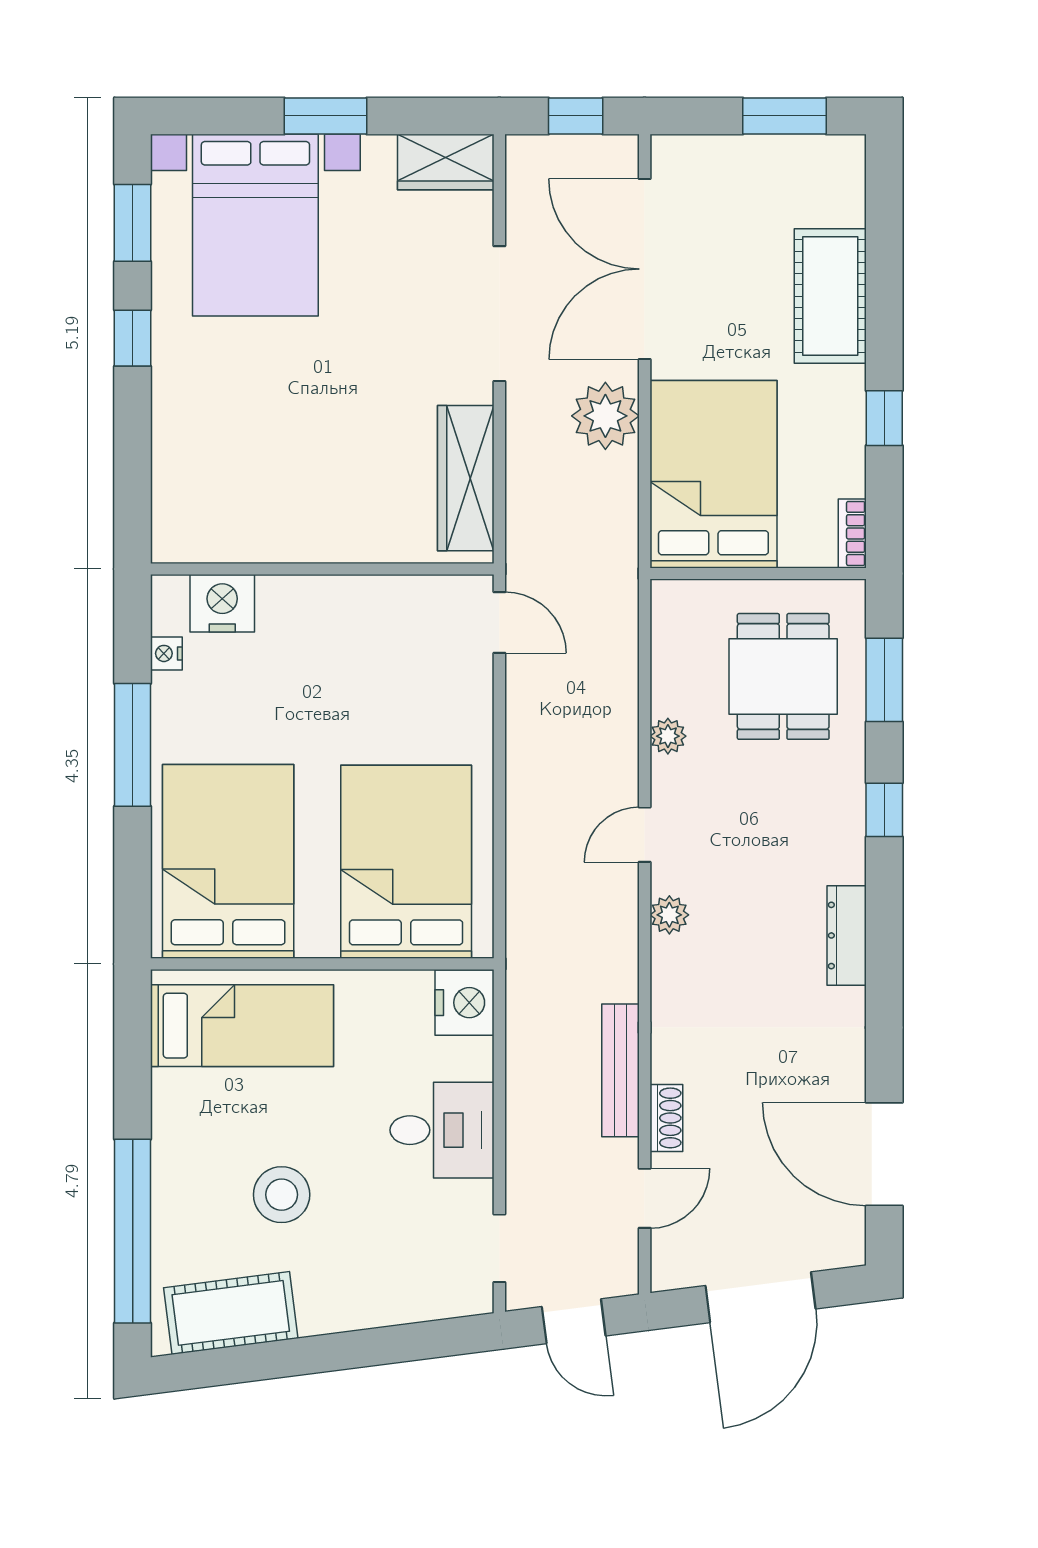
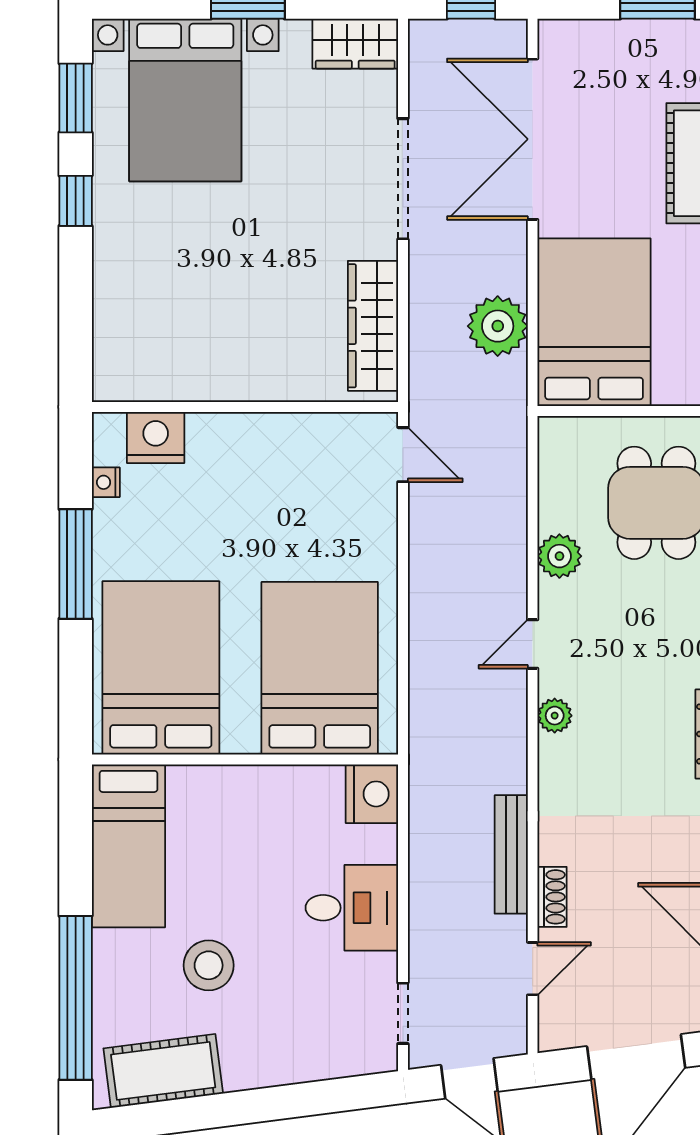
plant: (605, 416) -> (498, 326), moved
plant: (668, 736) -> (559, 556), width x1.38, depth x1.38
bed: (242, 1026) -> (128, 846), moved, turned 90

